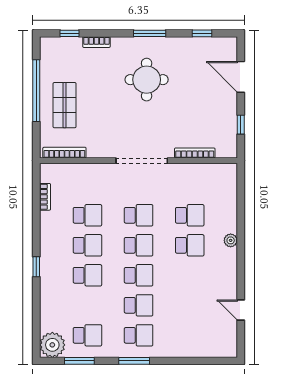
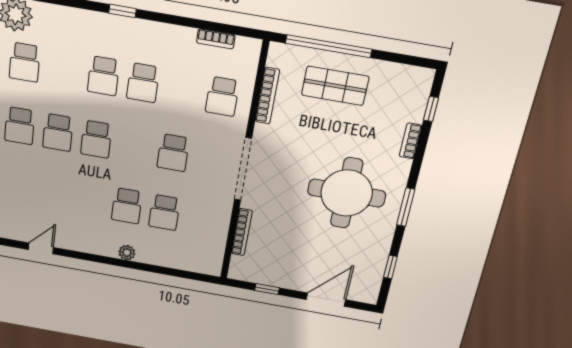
round table: (147, 80) -> (347, 193), width x1.36, depth x1.36
window: (36, 91) -> (329, 46), moved
bookcase: (64, 153) -> (267, 96), moved
school desk: (87, 215) -> (222, 96), moved
school desk: (139, 245) -> (135, 146), removed

